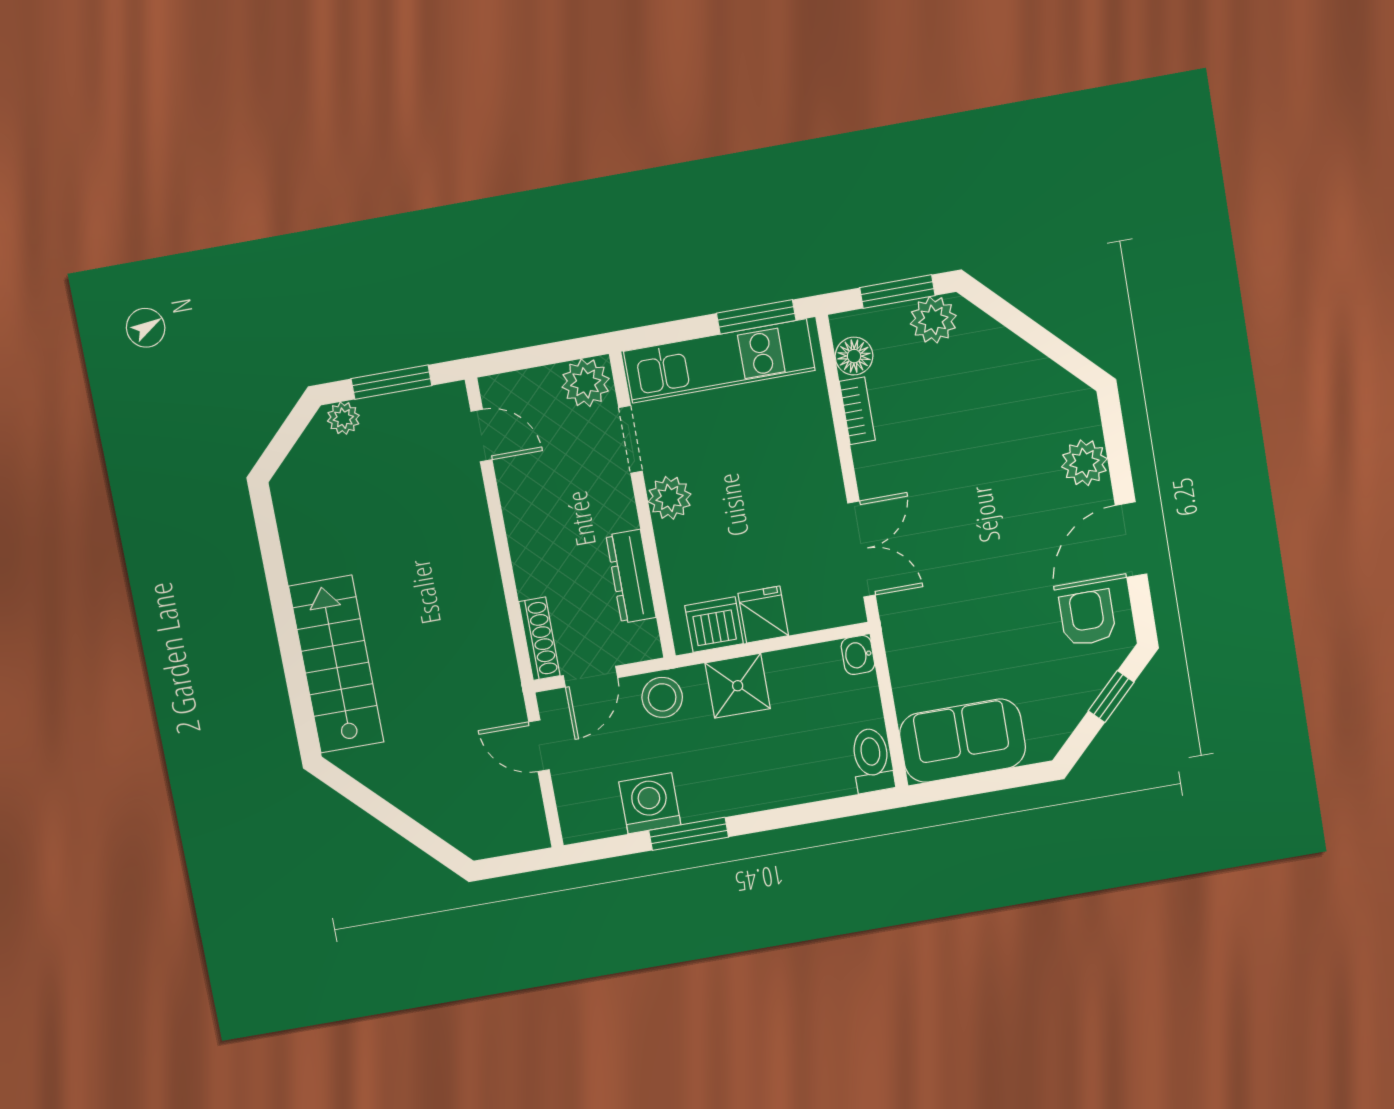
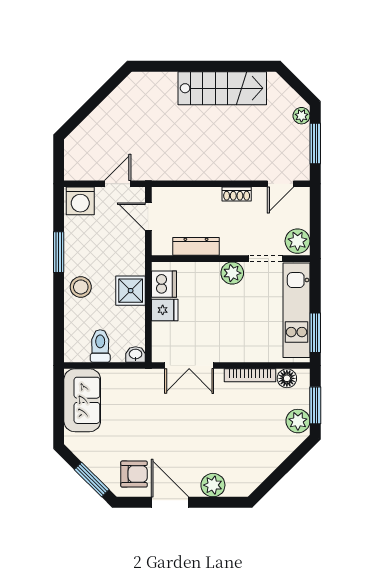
bookcase: (857, 411) -> (250, 375), width x1.56
shoe rack: (539, 639) -> (237, 194), moved, width x0.70
stairs: (336, 664) -> (222, 88), moved
stool: (662, 697) -> (81, 287), moved
window: (1111, 697) -> (92, 480), width x1.50
toilet: (872, 760) -> (100, 346), moved, turned -90
washing machine: (650, 803) -> (80, 201), moved, turned 90

